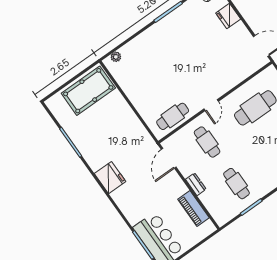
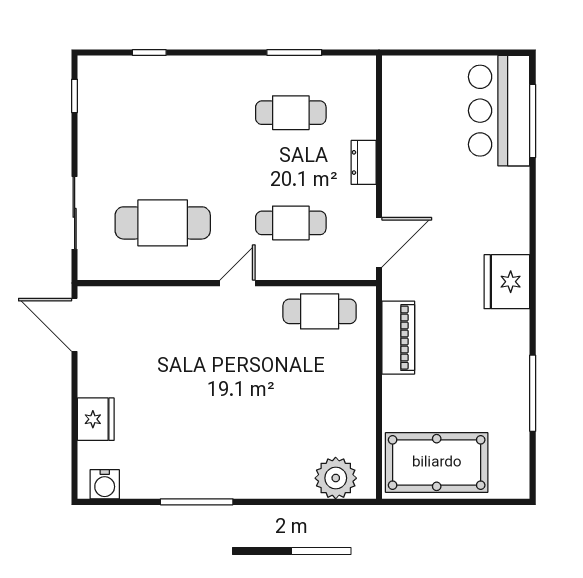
plant: (116, 57) -> (336, 478), width x1.87, depth x1.87
cafe table: (207, 142) -> (291, 223), turned 90
cafe table: (236, 184) -> (291, 113), turned 90
piano: (193, 209) -> (398, 338), moved

